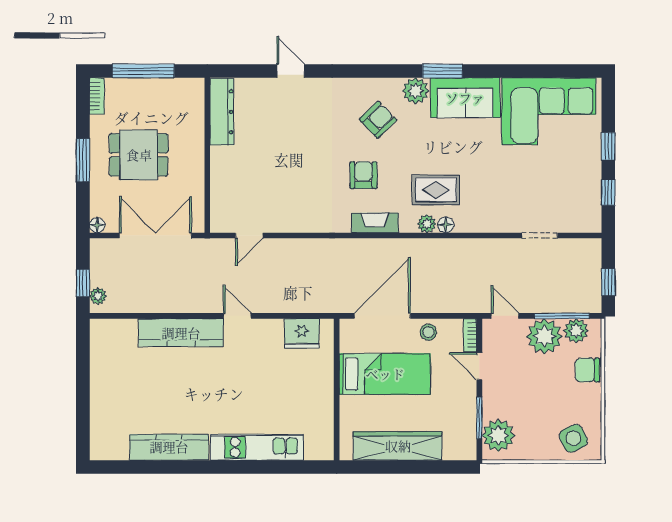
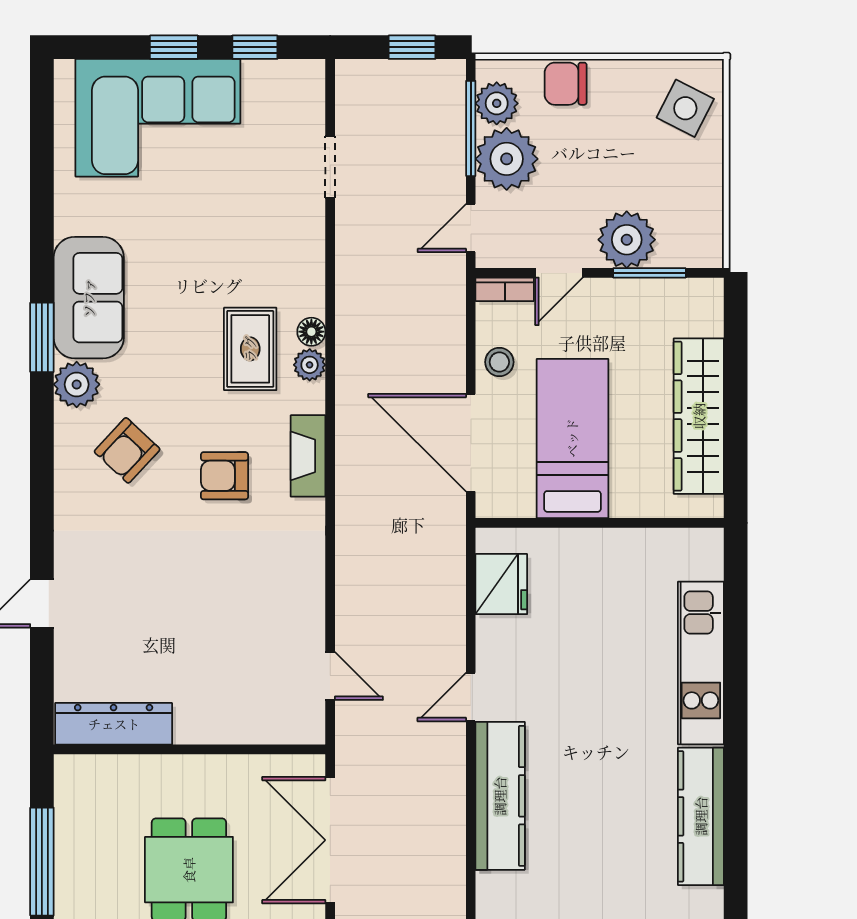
corner sofa: (549, 111) -> (158, 118), moved, turned 90
armchair: (378, 120) -> (127, 450), turned -93
chair: (587, 370) -> (566, 84), turned 90
plant: (498, 435) -> (627, 240), moved
side table: (573, 438) -> (685, 108), turned -37

